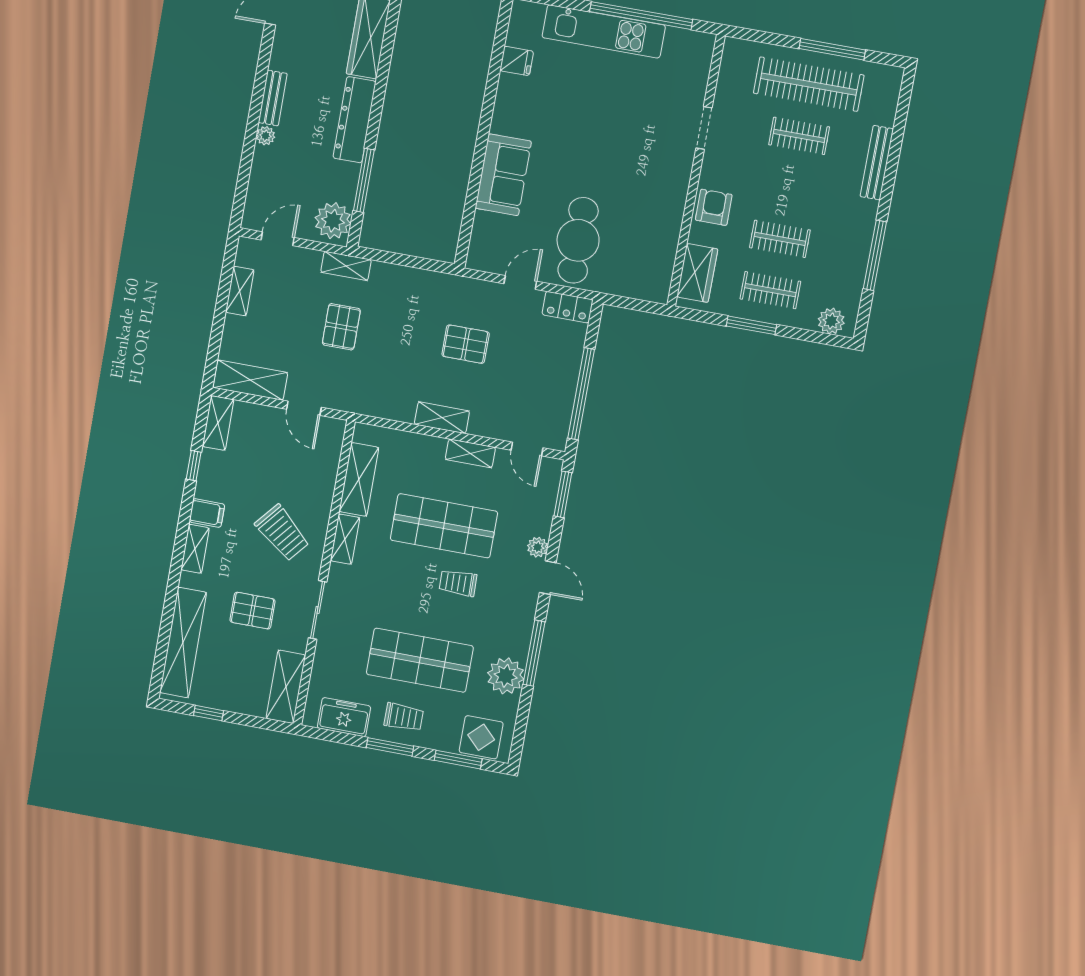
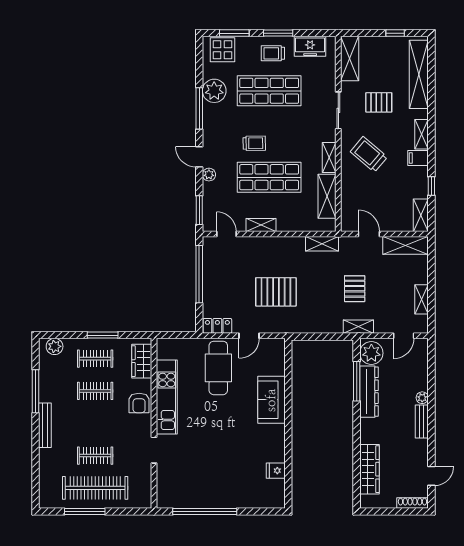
kitchen unit: (604, 31) -> (167, 397), moved, turned 90
dresser: (354, 120) -> (369, 392), moved
bench: (877, 163) -> (45, 425), moved
pallet: (466, 344) -> (276, 292), width x1.50, depth x1.42
shelving: (442, 418) -> (322, 244), moved

